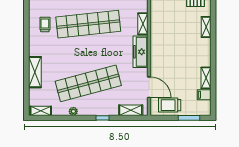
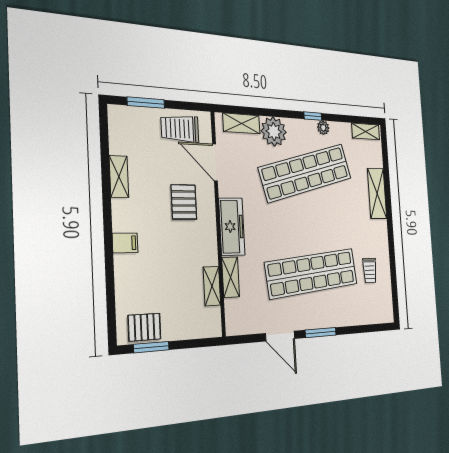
shelving: (206, 27) -> (212, 286), moved
pallet: (169, 65) -> (184, 202), added
filing cabinet: (204, 95) -> (125, 243), moved
trolley: (170, 105) -> (180, 129), turned 180
plant: (109, 107) -> (274, 132), added
window: (103, 118) -> (313, 116), moved

